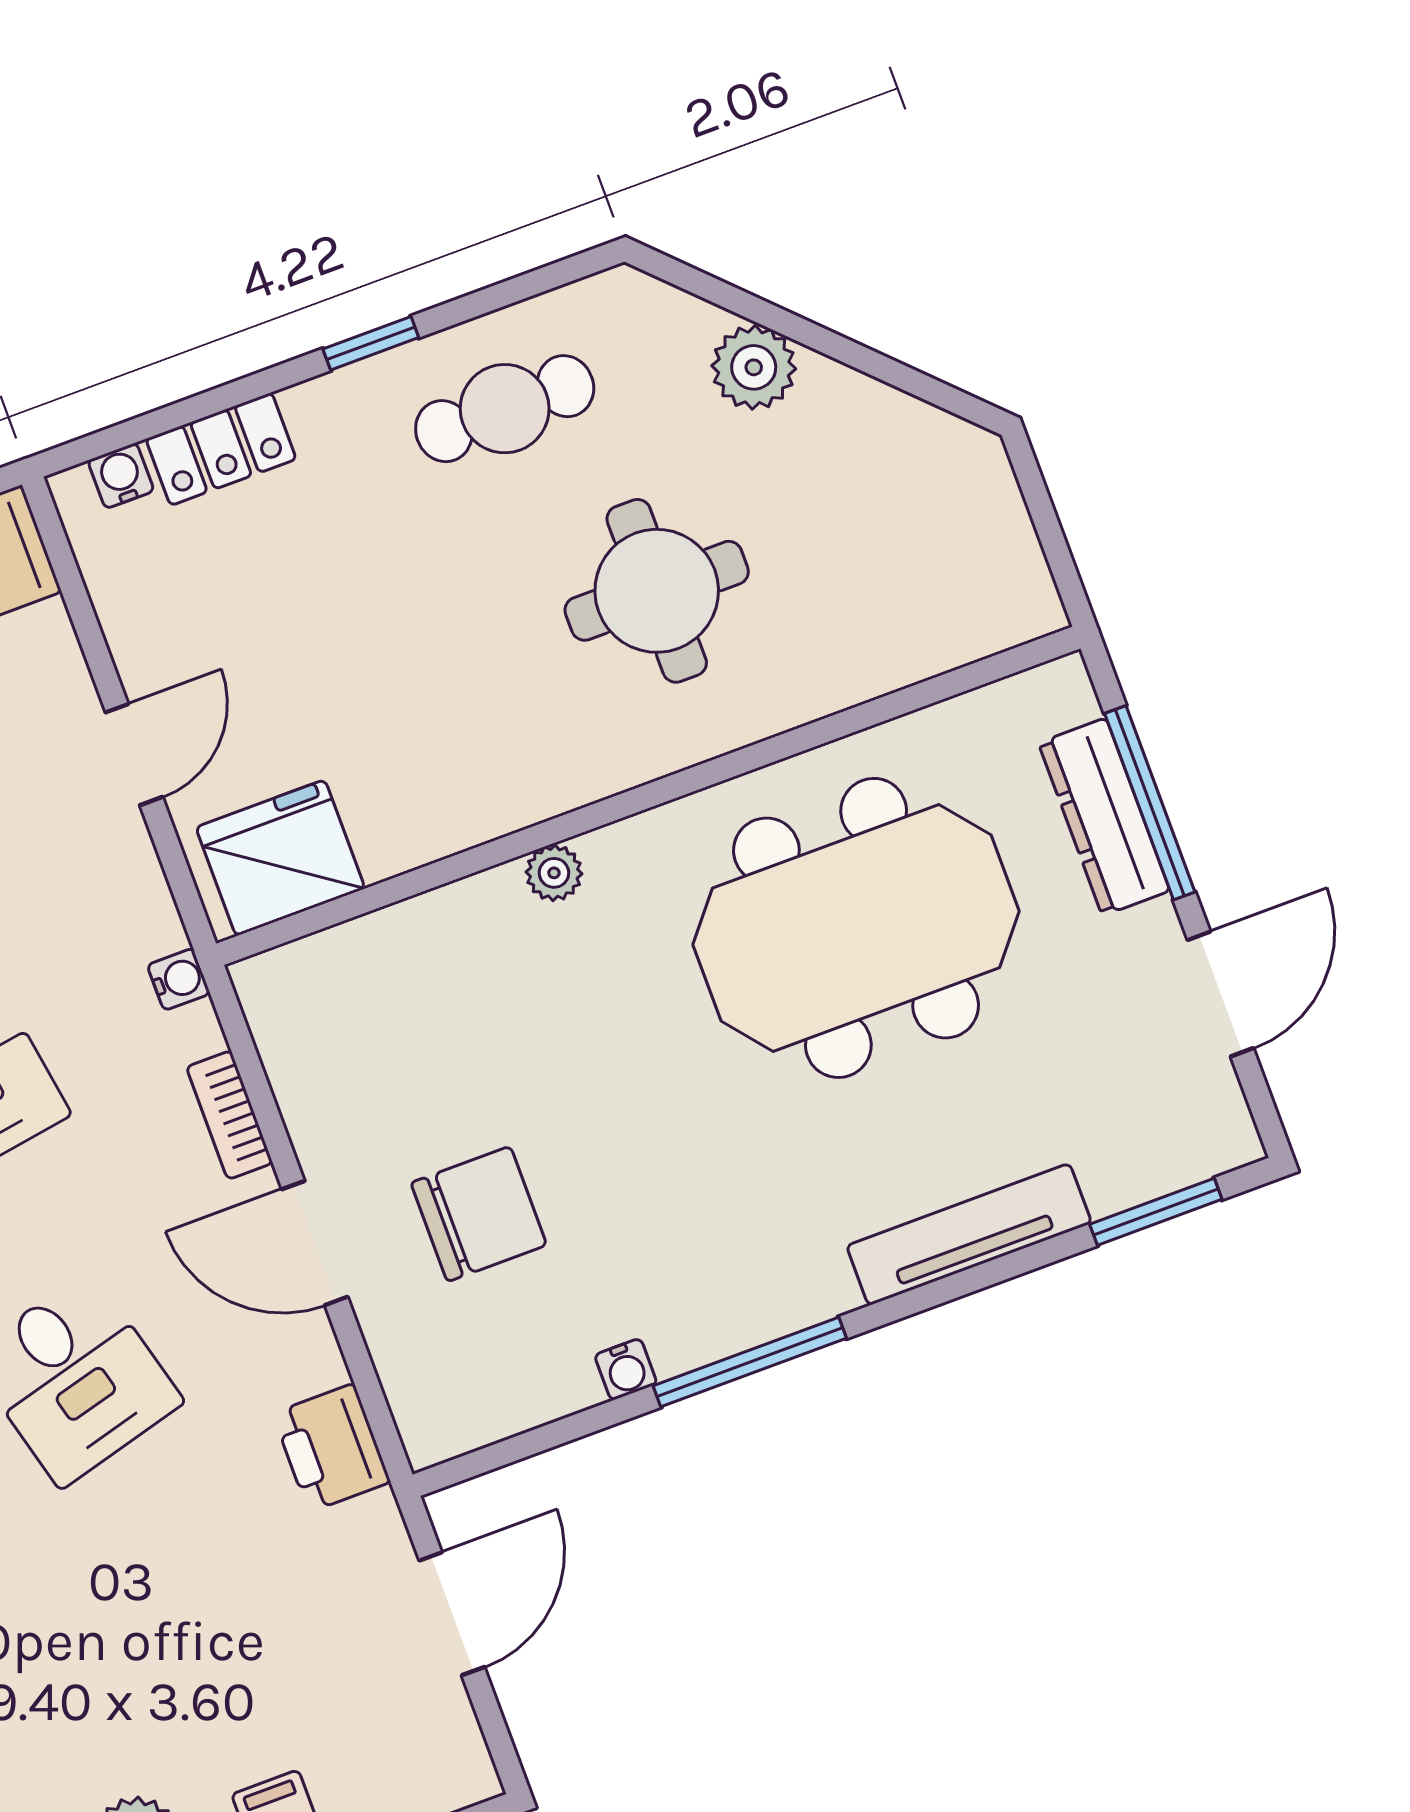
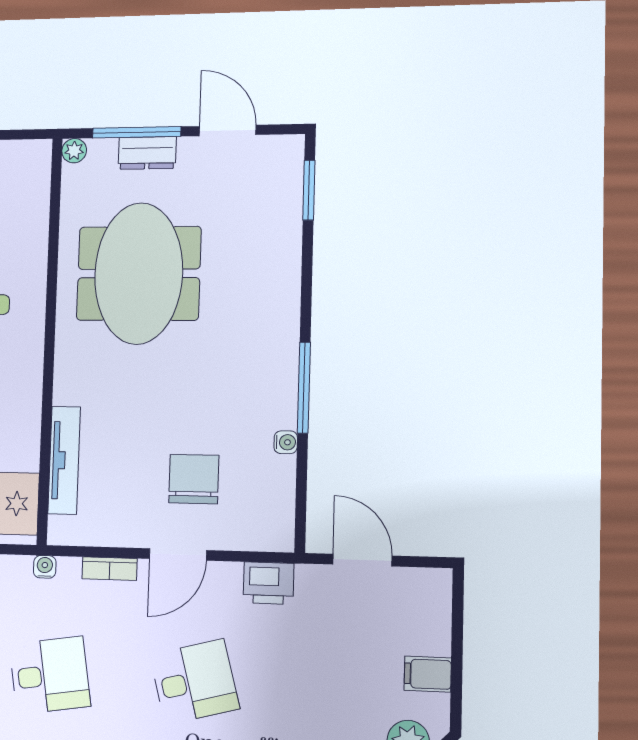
dresser: (1104, 817) -> (147, 153), width x0.70
plant: (554, 873) -> (74, 151), moved
tv unit: (969, 1234) -> (64, 460), moved, turned 180

